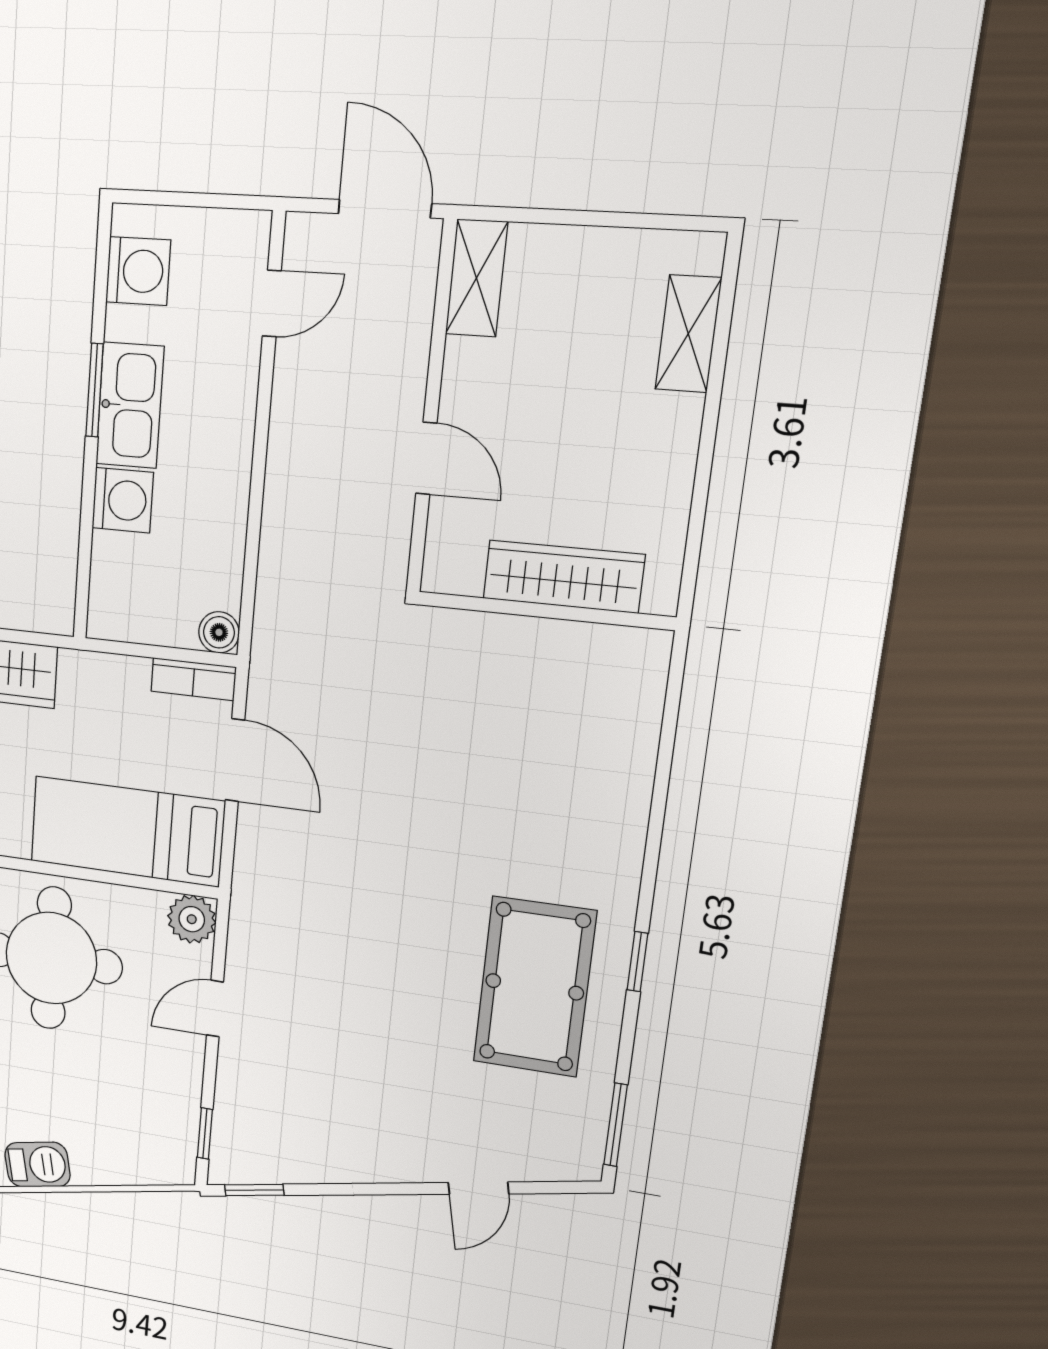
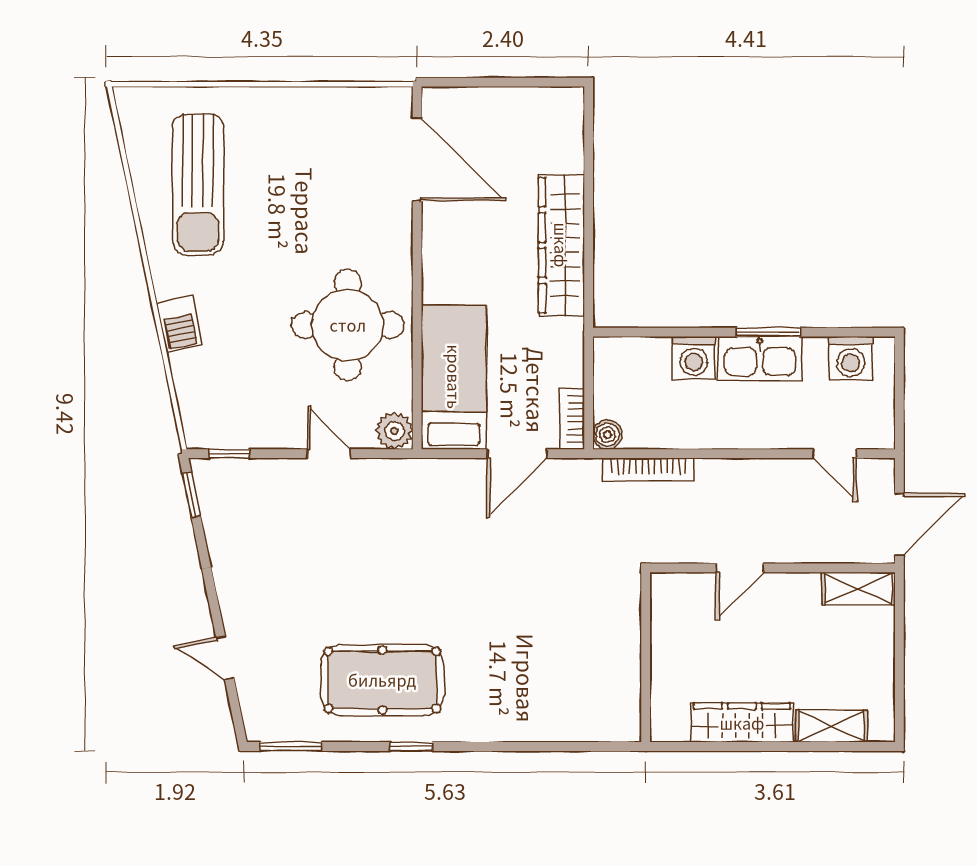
wardrobe: (563, 577) -> (742, 723), moved, turned -90
bookcase: (272, 579) -> (648, 469), added

